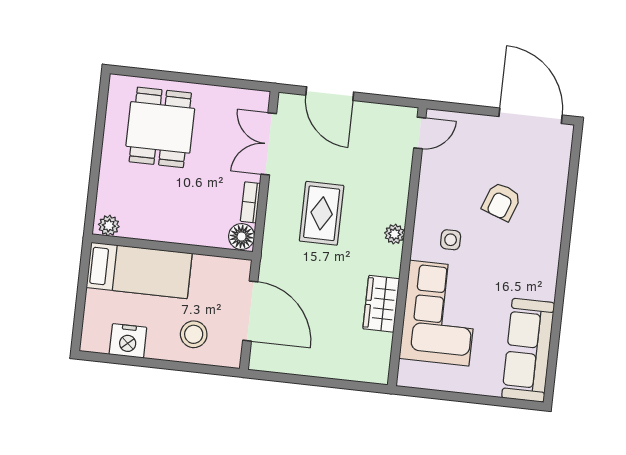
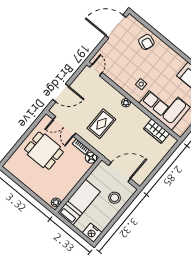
dining table: (160, 127) -> (44, 151), moved
armchair: (501, 202) -> (146, 42), moved
rug: (322, 213) -> (101, 124), turned 90
wardrobe: (381, 304) -> (156, 131), moved
nightstand: (128, 341) -> (92, 233), moved, turned 90

